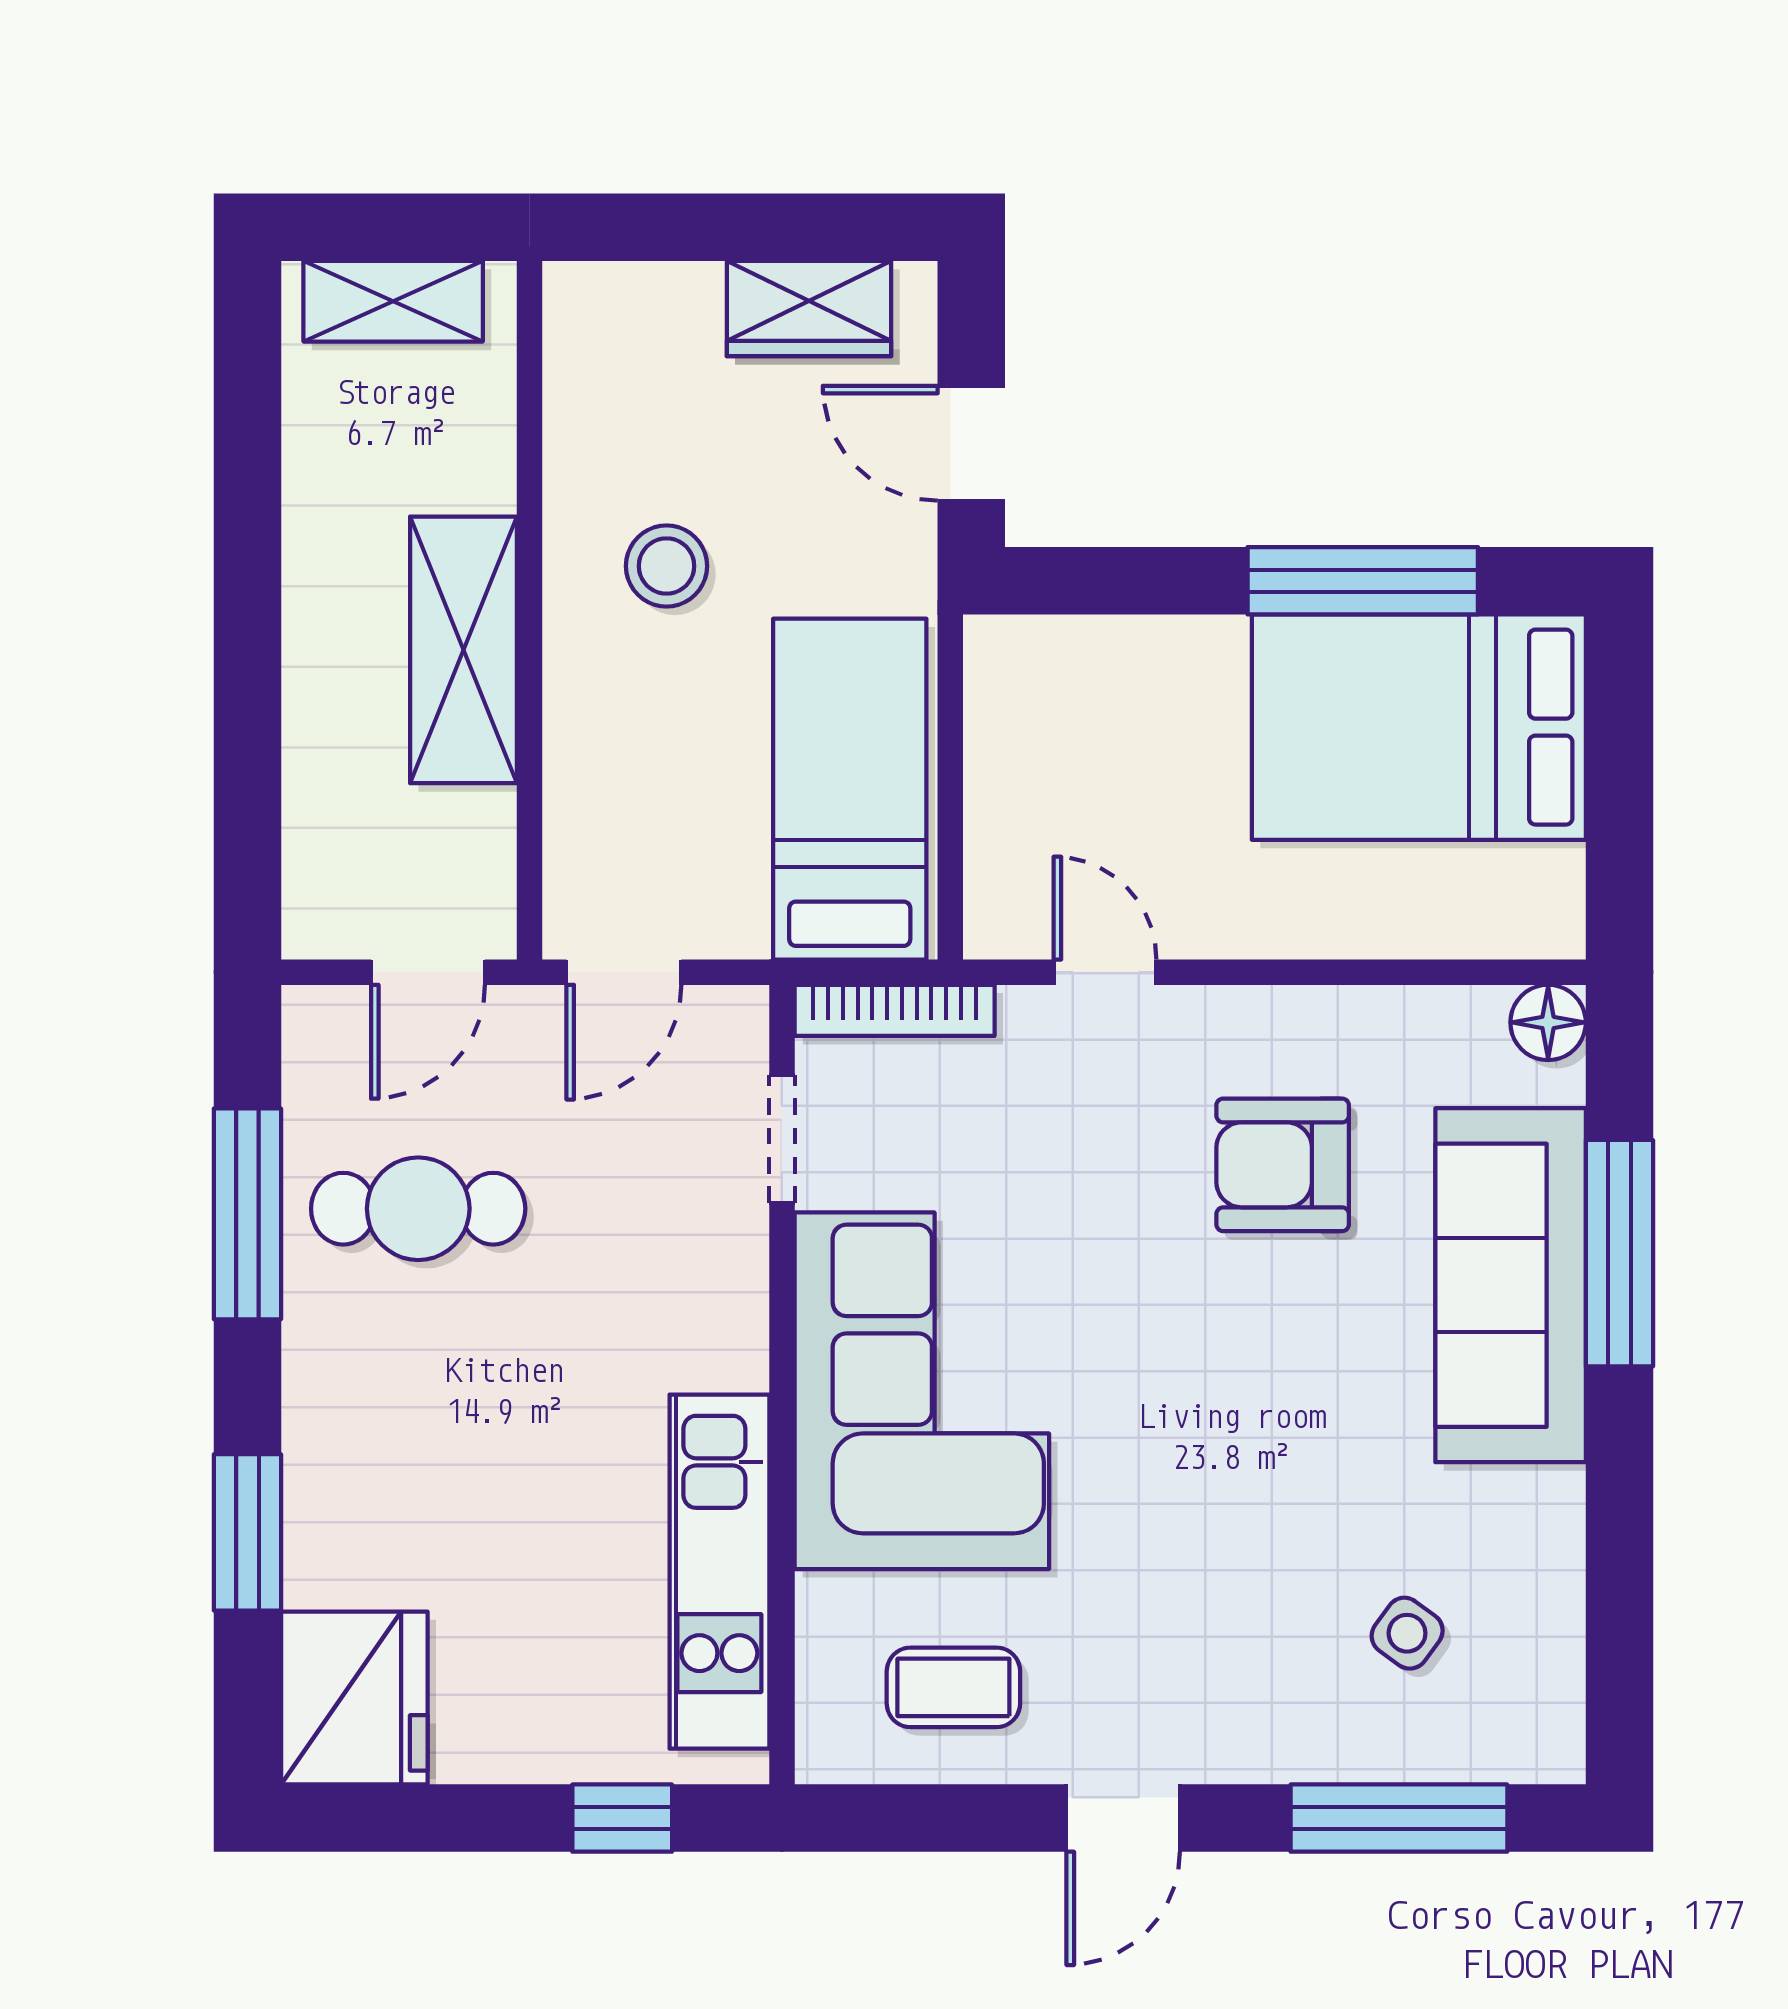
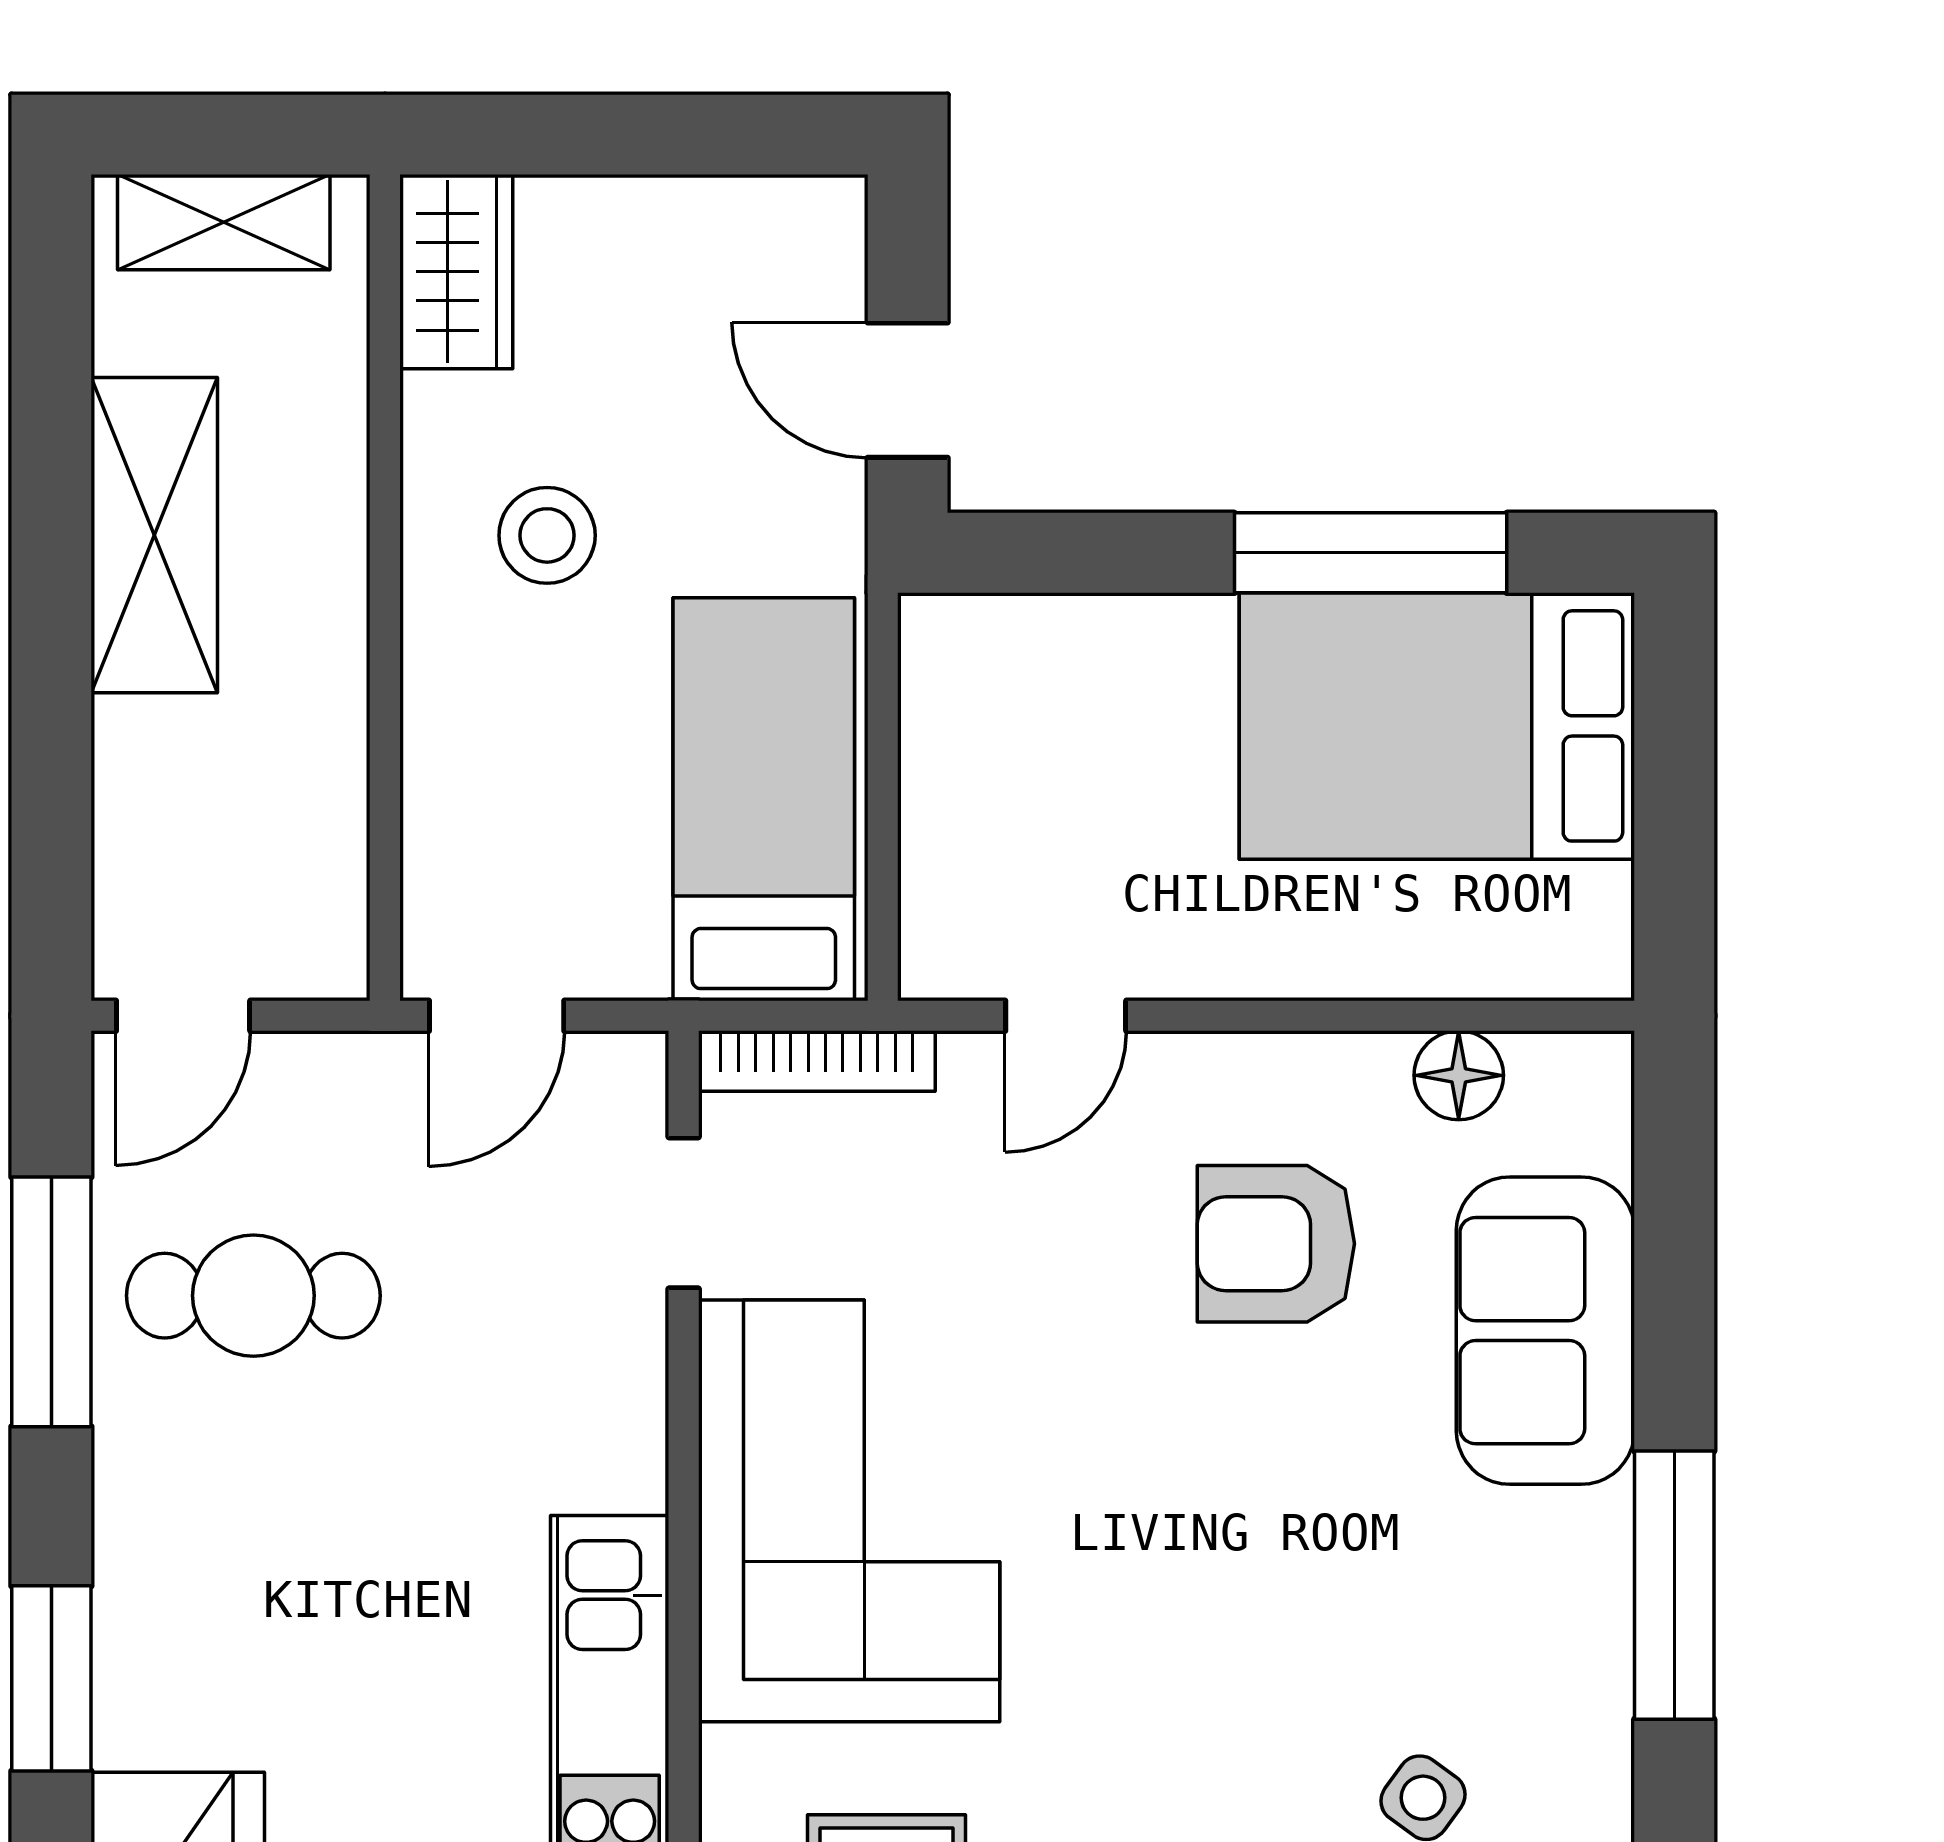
wardrobe: (809, 309) -> (456, 272), moved, turned -90
shelving: (463, 650) -> (154, 535), moved
door: (428, 972) -> (183, 1016), moved
door: (1105, 972) -> (1066, 1016), swing flipped
floor lamp: (1548, 1022) -> (1459, 1075), moved
window: (1619, 1253) -> (1674, 1585), moved
sofa: (1511, 1285) -> (1545, 1331), width x0.73

